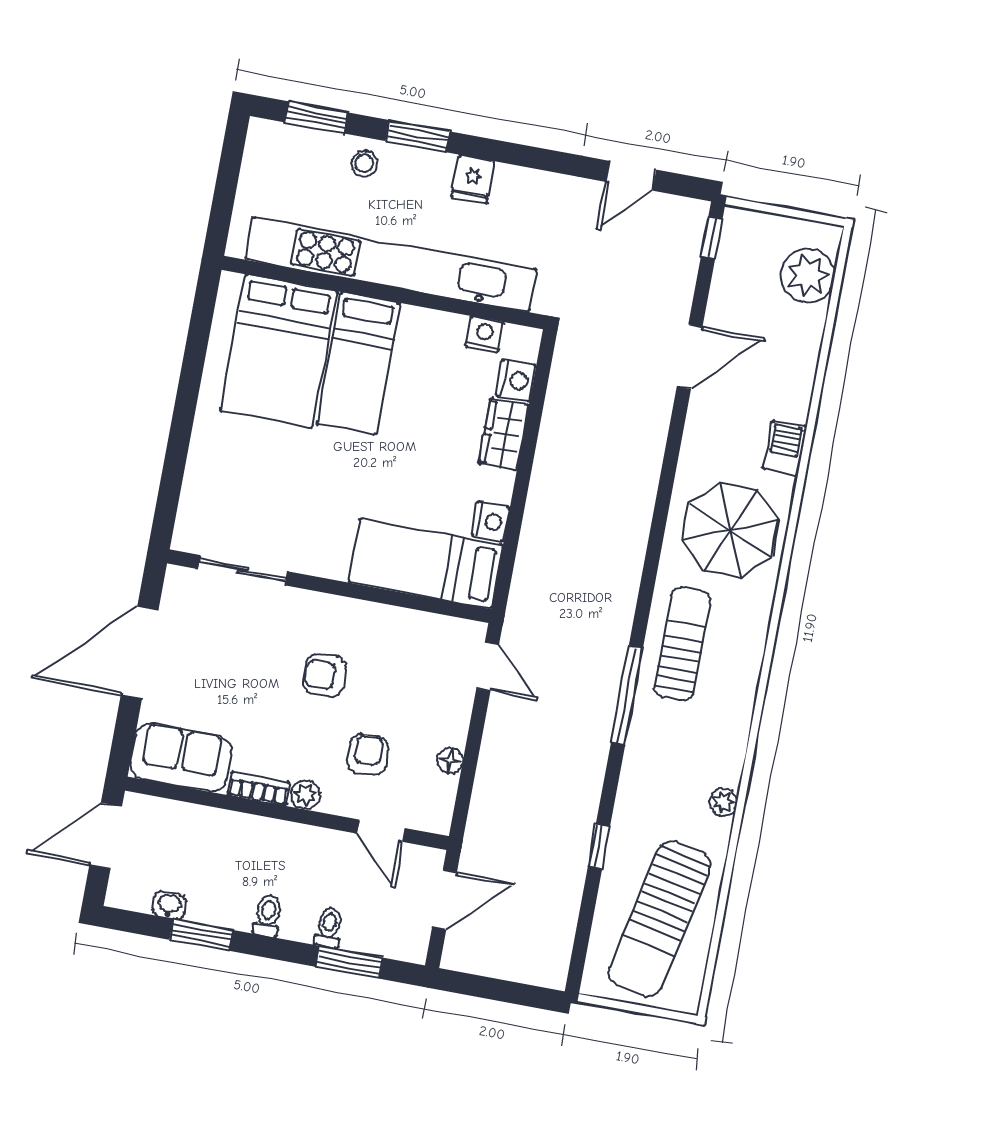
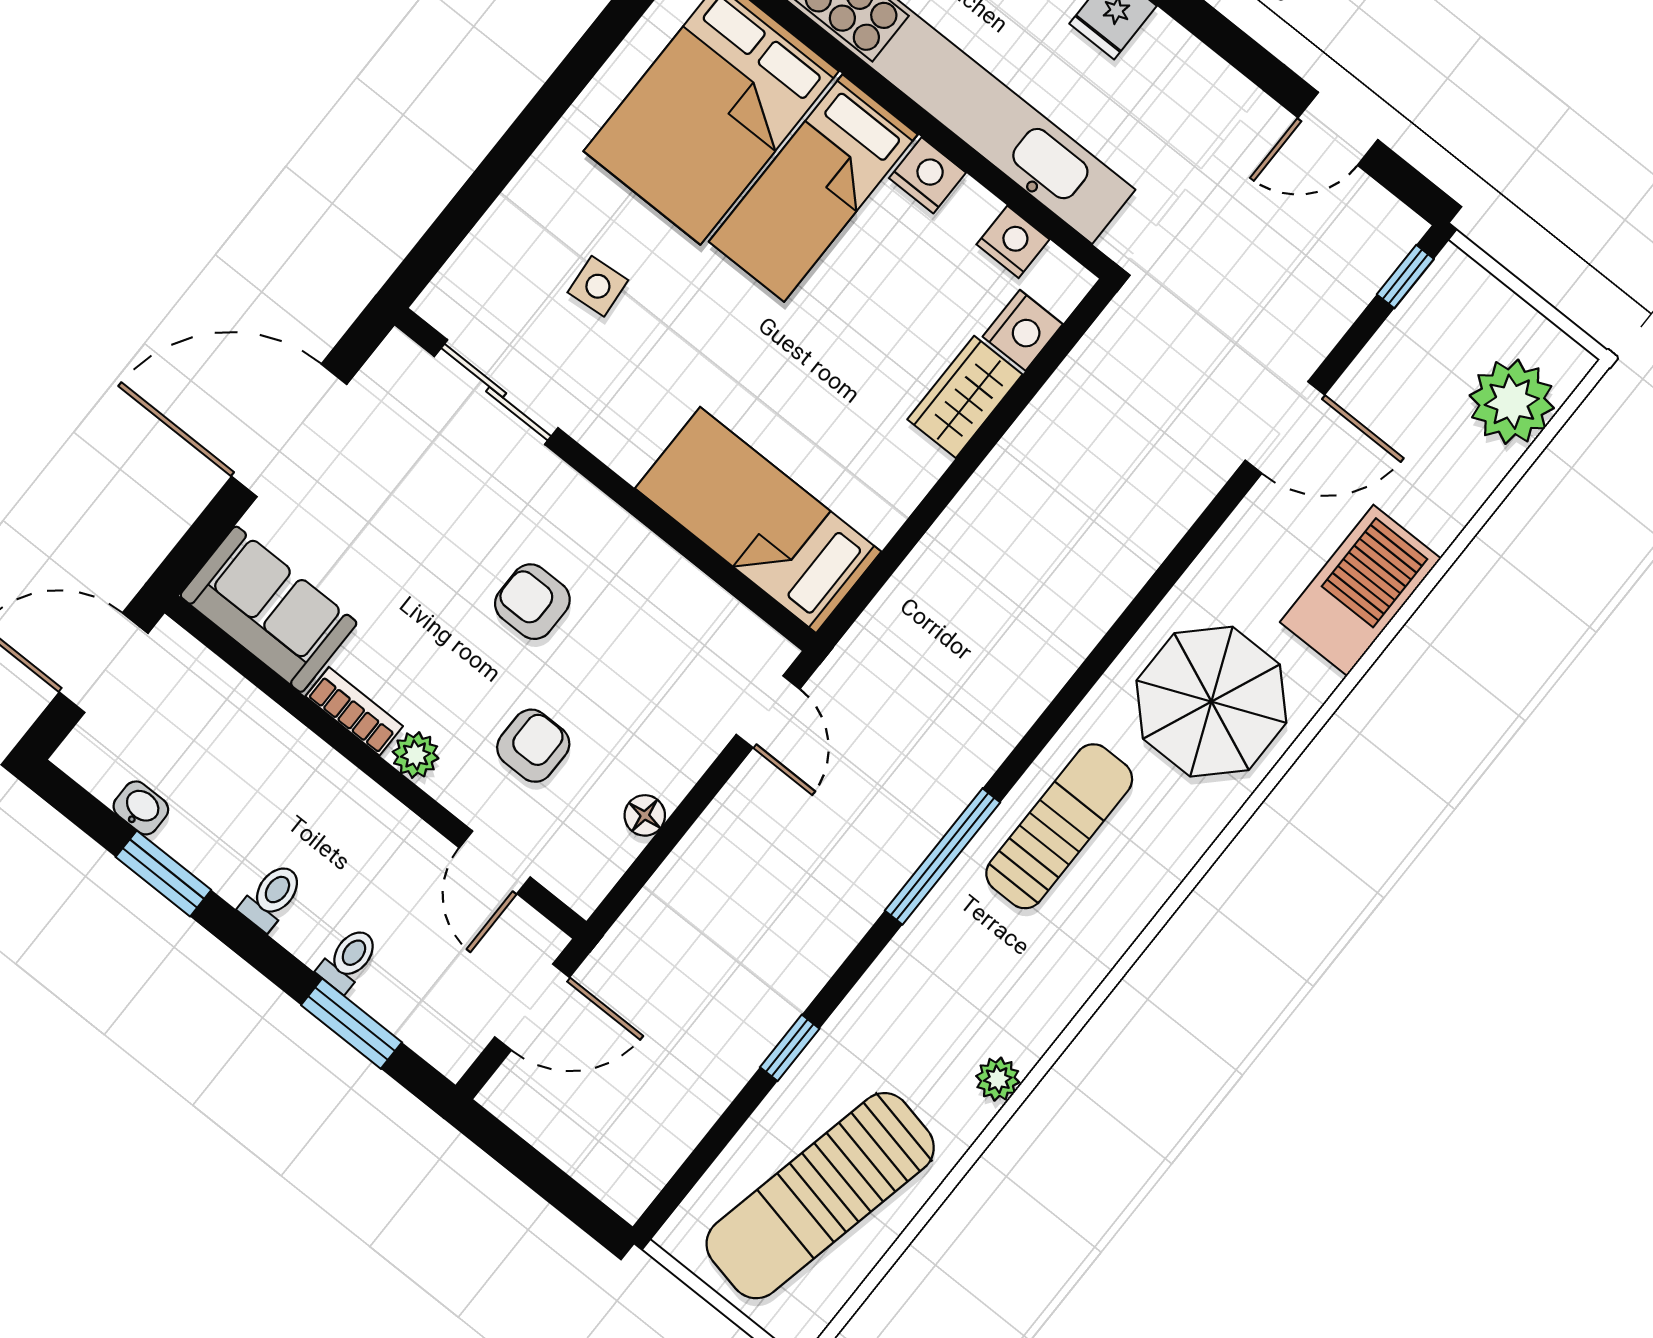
barbecue: (785, 448) -> (1360, 590), width x1.88, depth x1.53
side table: (268, 481) -> (598, 286), added
nightstand: (491, 521) -> (927, 175), moved, turned -90

